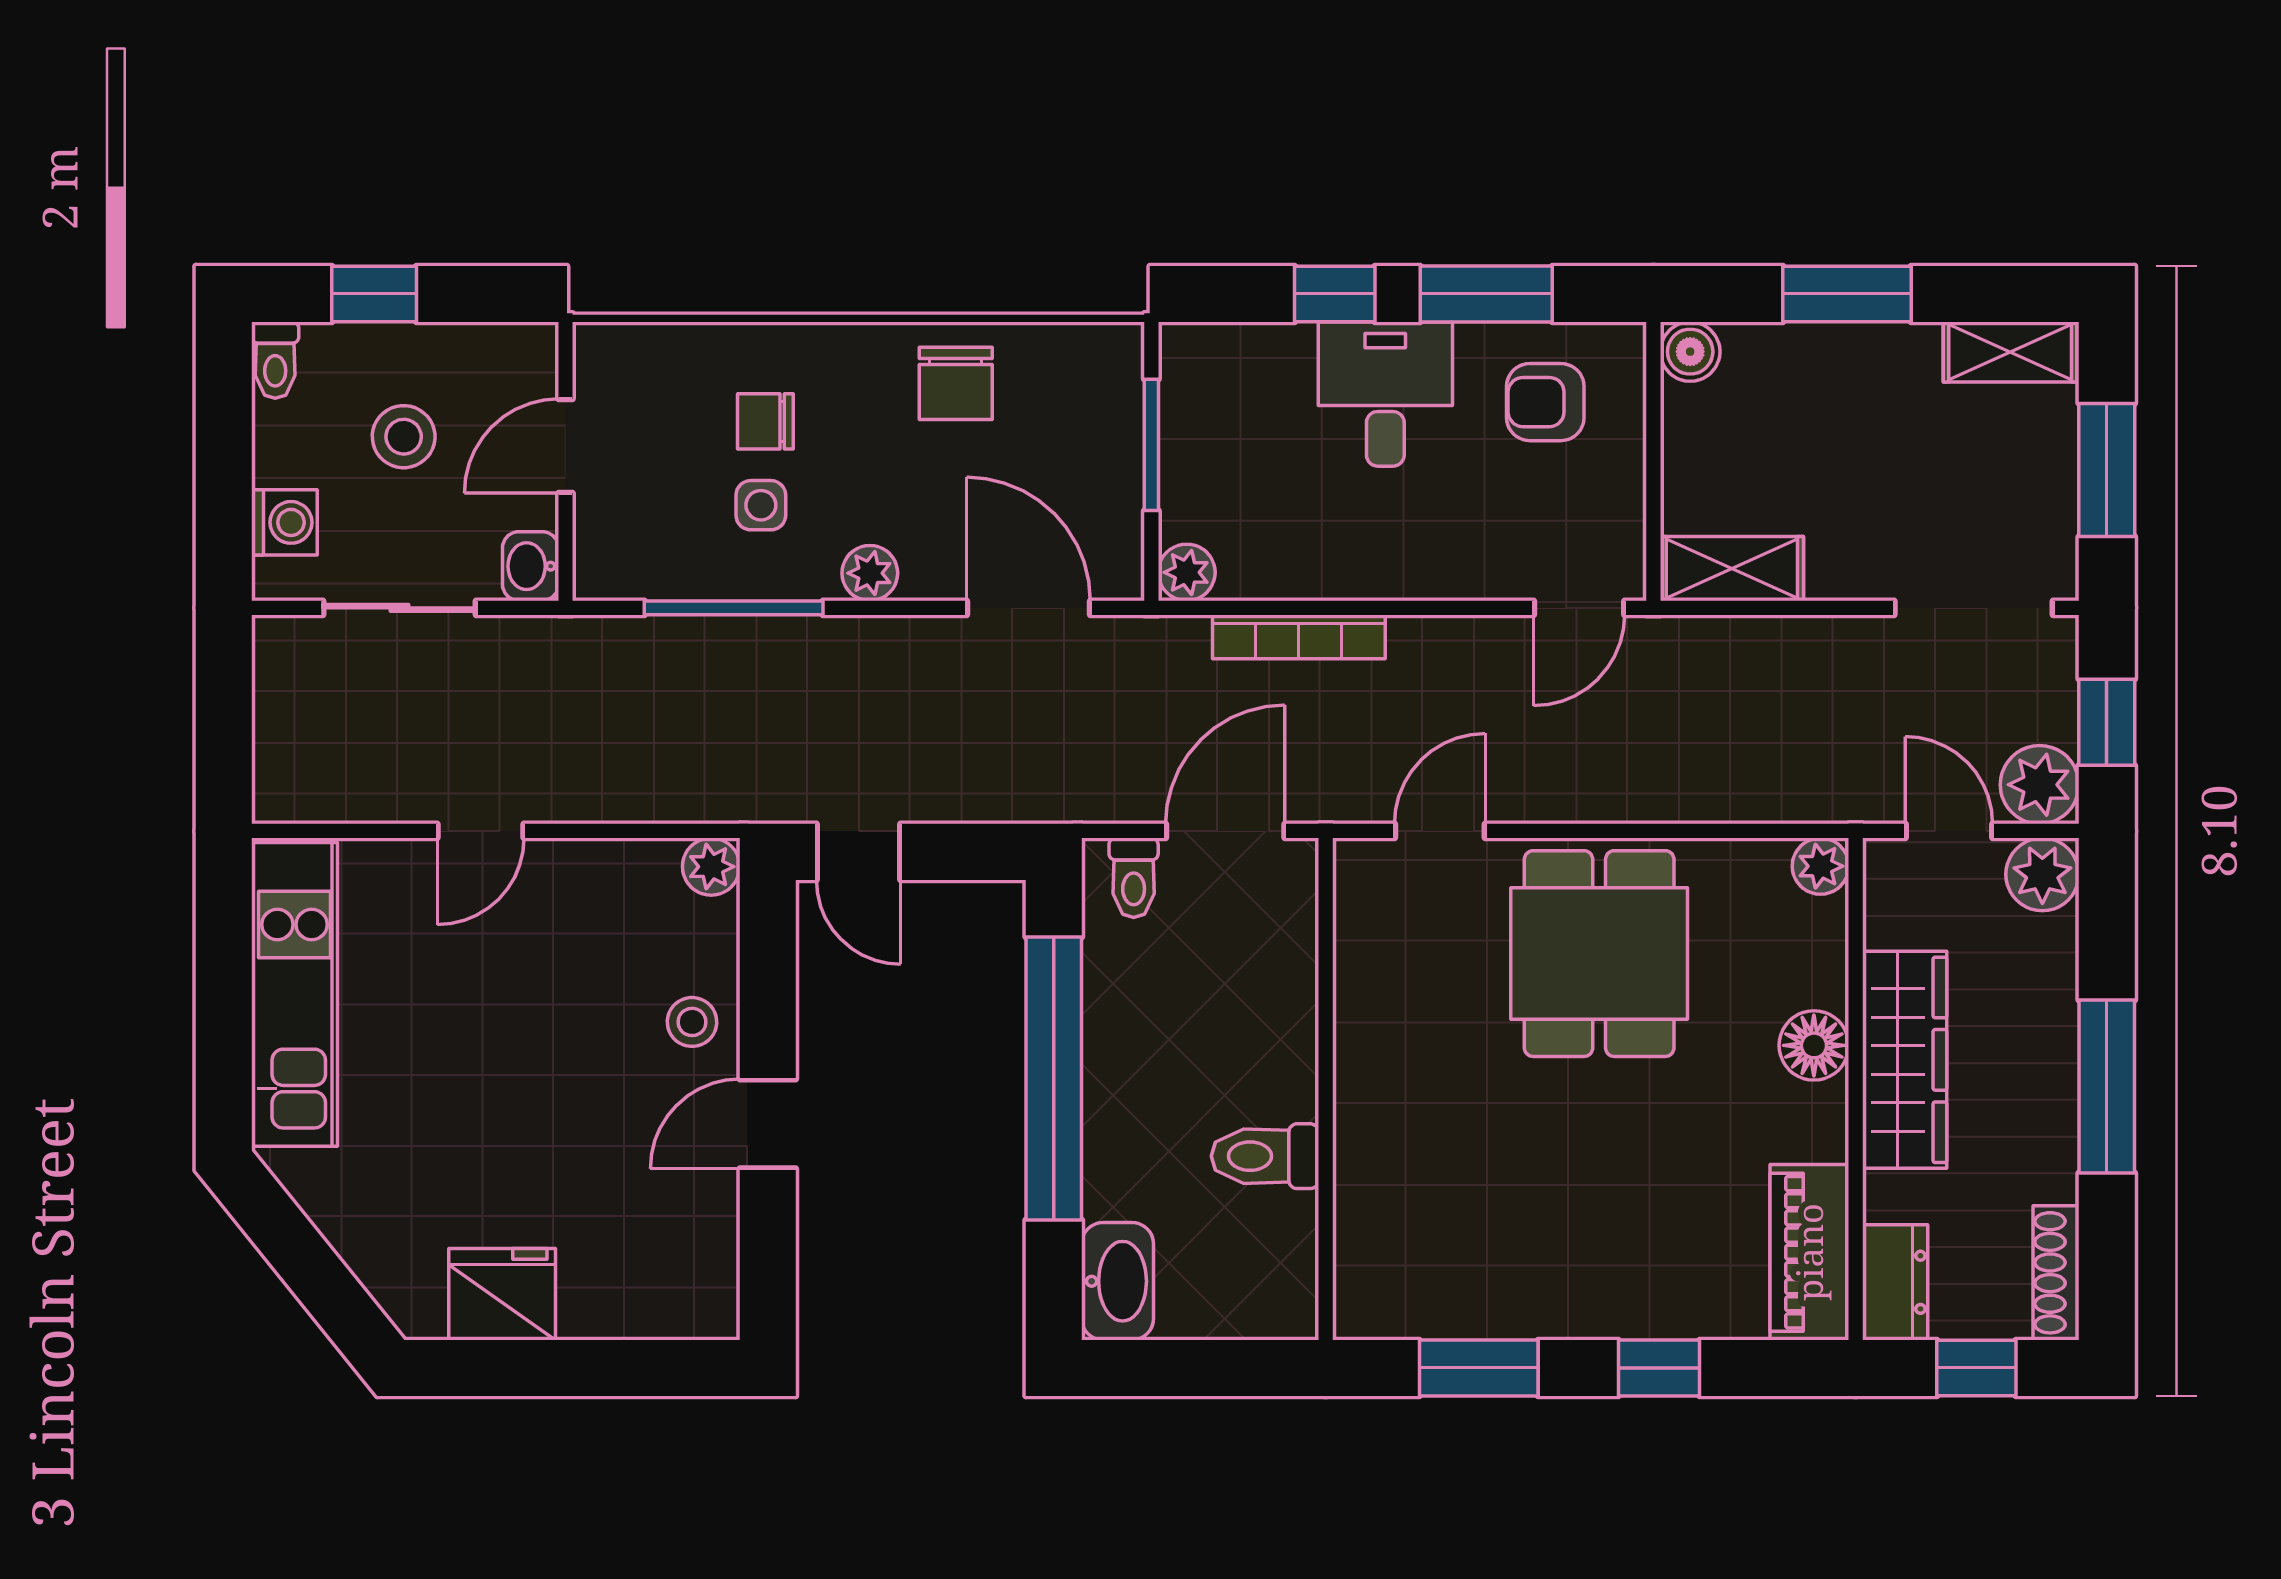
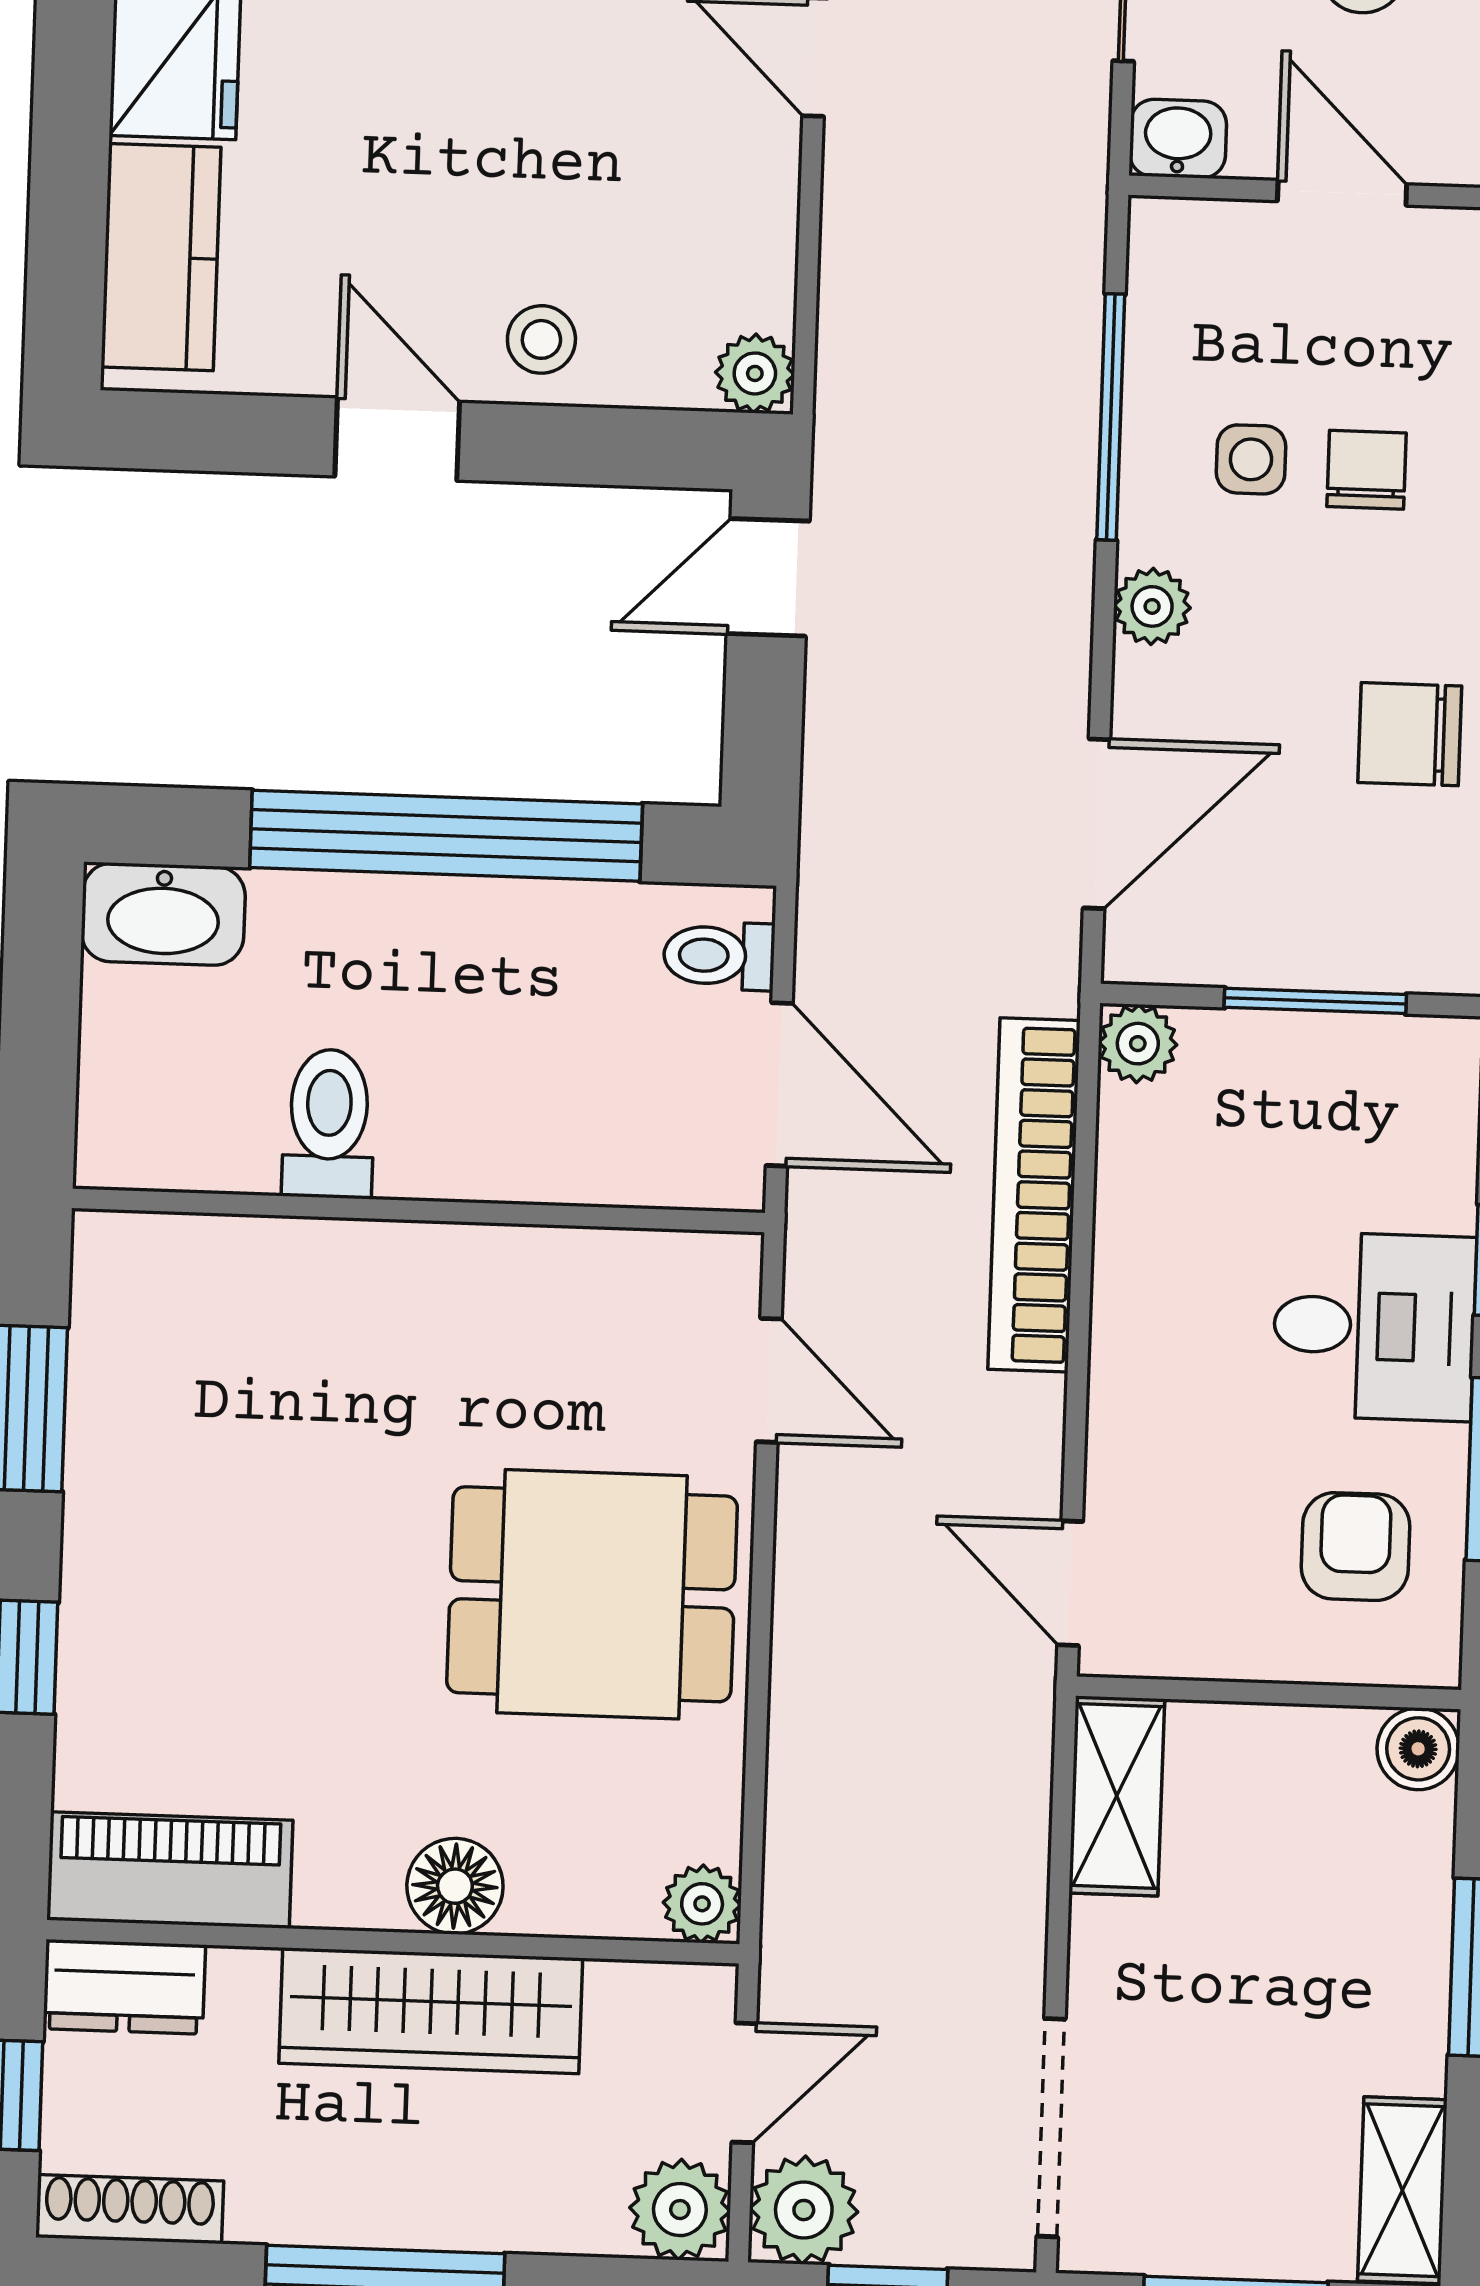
bookcase: (1299, 637) -> (1034, 1195), width x1.48, depth x1.31
kitchen counter: (642, 1299) -> (161, 257), added

